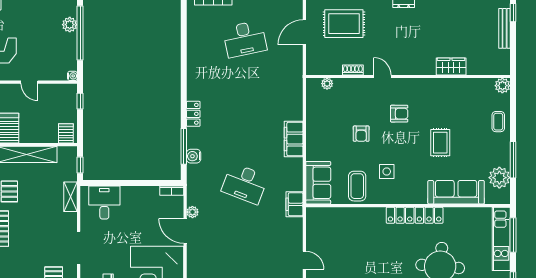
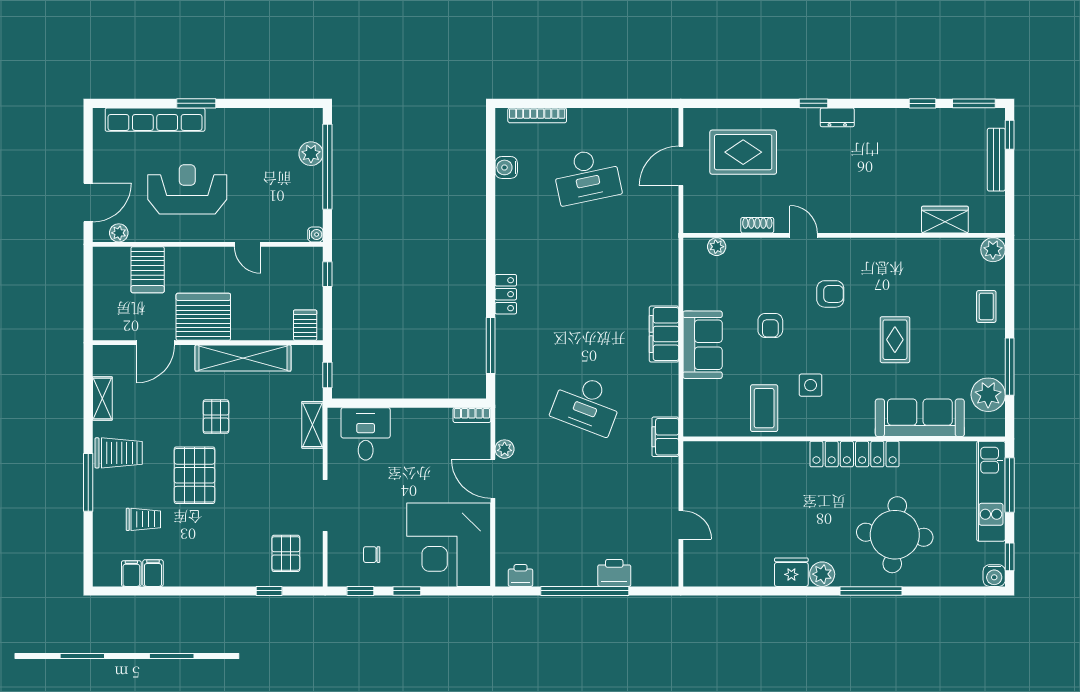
wardrobe: (451, 66) -> (945, 220), moved
water cooler: (194, 156) -> (506, 167), moved
sofa: (318, 183) -> (703, 345), moved

